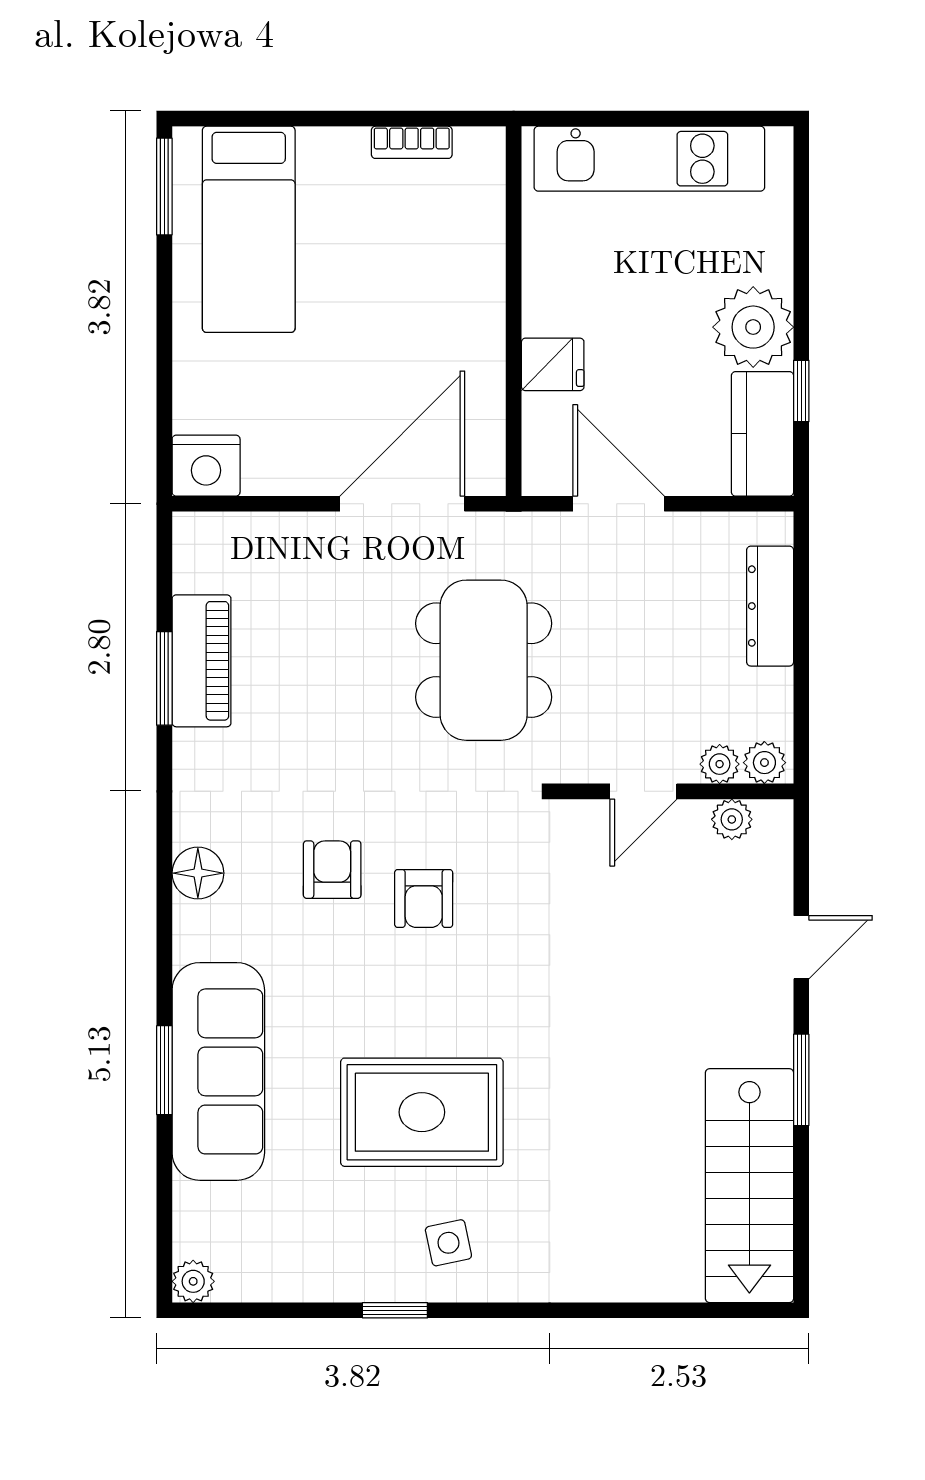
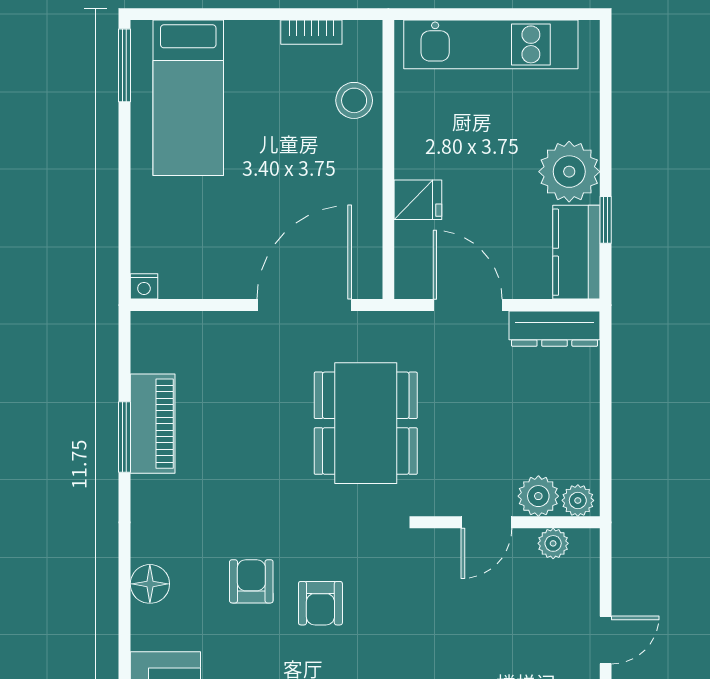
stool: (468, 233) -> (354, 100), added
nightstand: (206, 466) -> (144, 286), width x0.53, depth x0.56
dresser: (770, 606) -> (554, 329), moved, turned -90
plant: (720, 764) -> (538, 496), width x1.38, depth x1.38

